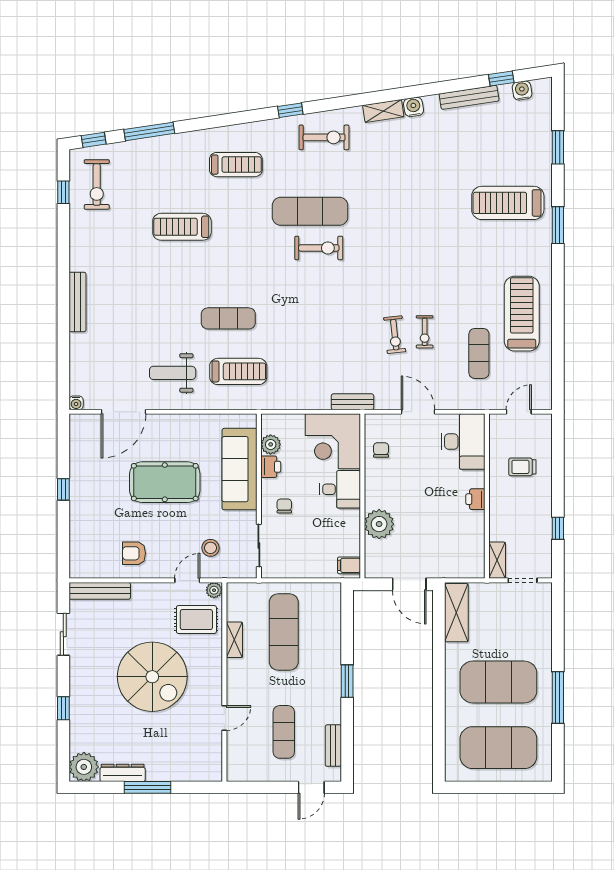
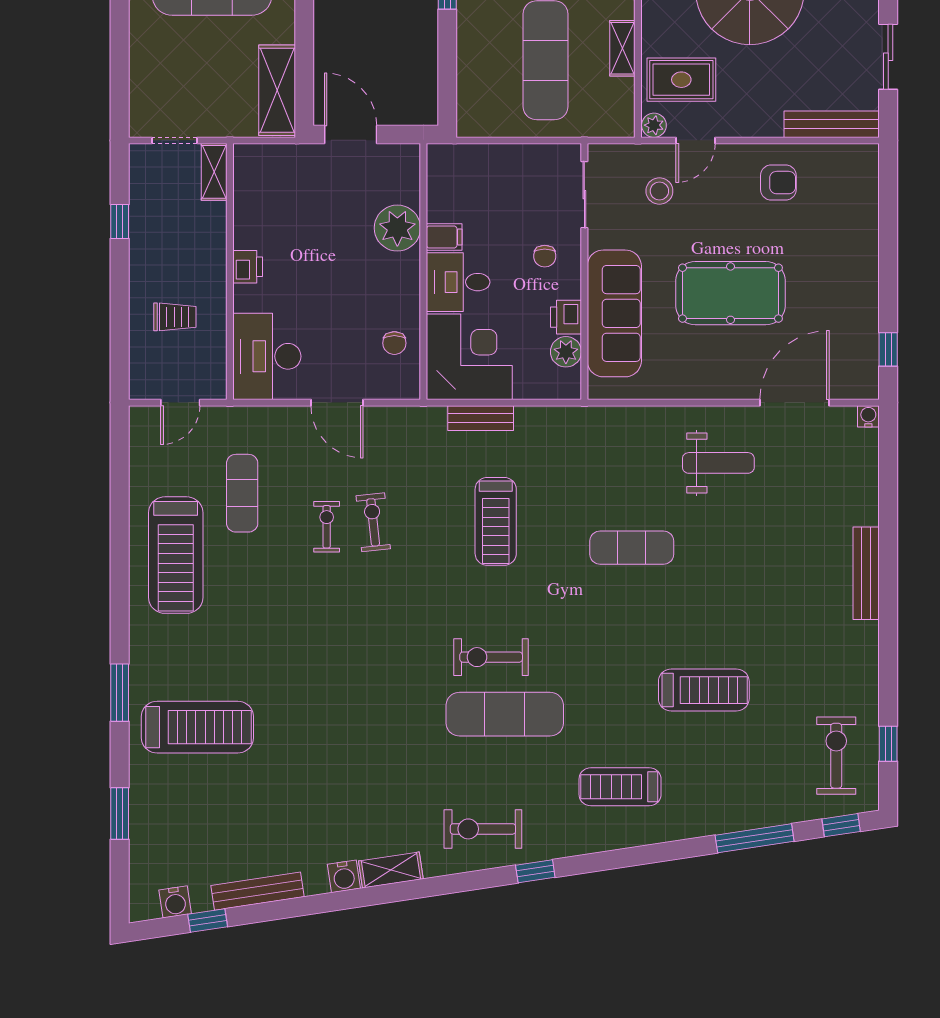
treadmill: (238, 371) -> (496, 521), moved, turned -90
bench: (352, 402) -> (481, 418), moved
window: (63, 489) -> (888, 349), moved
filing cabinet: (349, 565) -> (444, 237), moved

